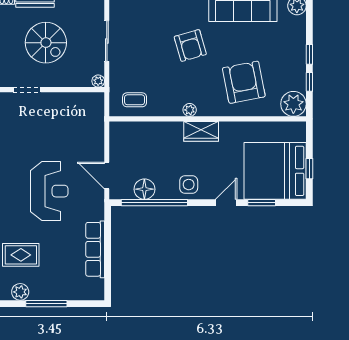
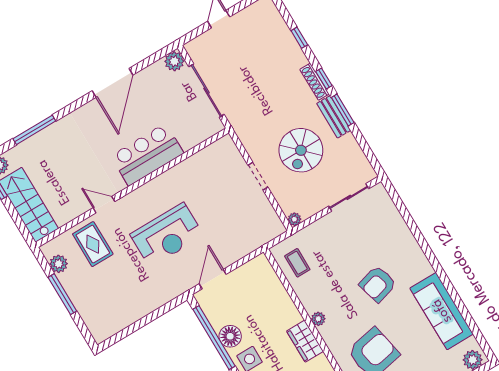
sliding door: (107, 41) -> (349, 197), moved
doorway: (27, 90) -> (258, 176), moved
floor lamp: (144, 189) -> (230, 336), moved
row of seats: (95, 249) -> (139, 309), removed

